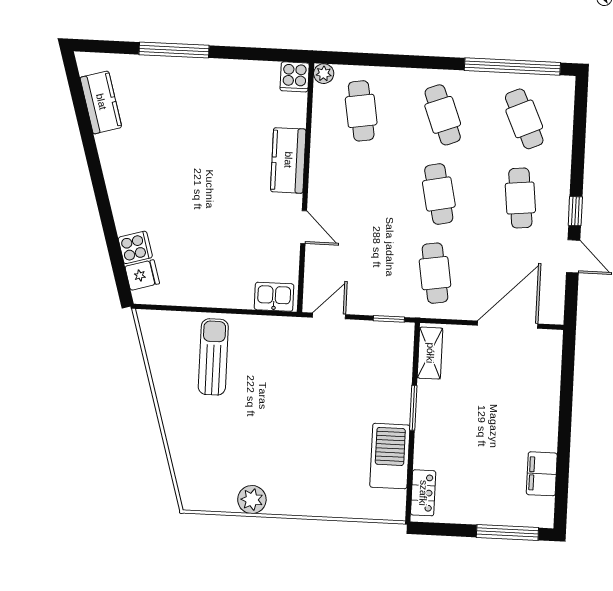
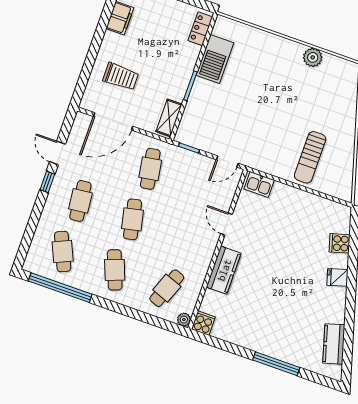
cafe table: (361, 111) -> (167, 288), turned 30
fridge: (142, 275) -> (337, 277), moved
trolley: (516, 391) -> (121, 77), added

